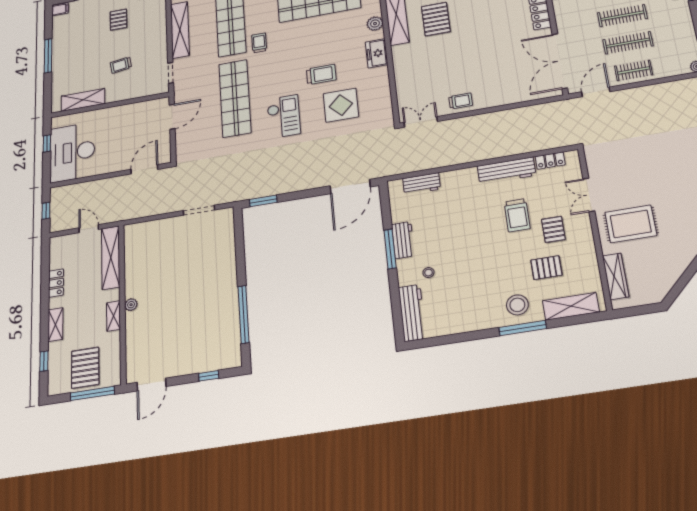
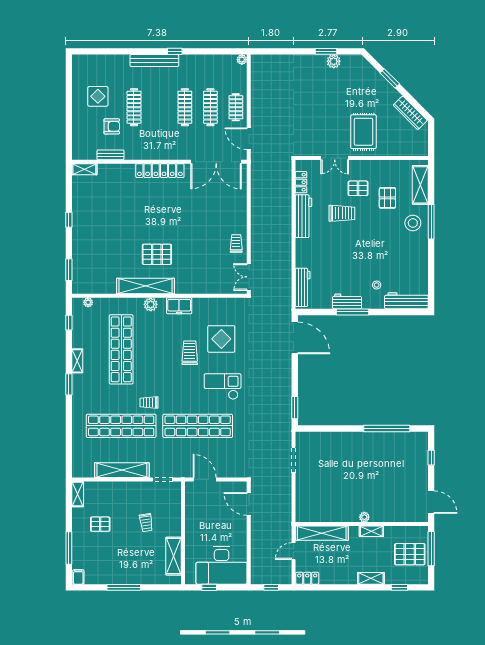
workbench: (422, 184) -> (303, 287), width x1.38
wardrobe: (616, 276) -> (410, 113), moved, turned -135
locker: (56, 283) -> (307, 578), moved

